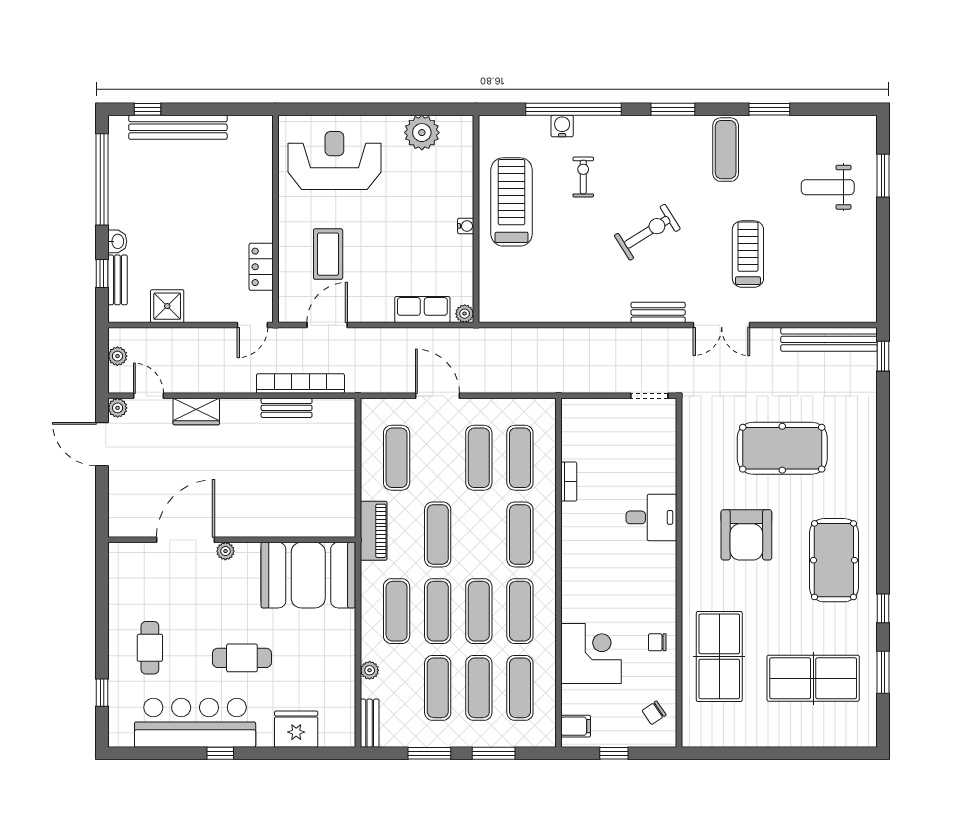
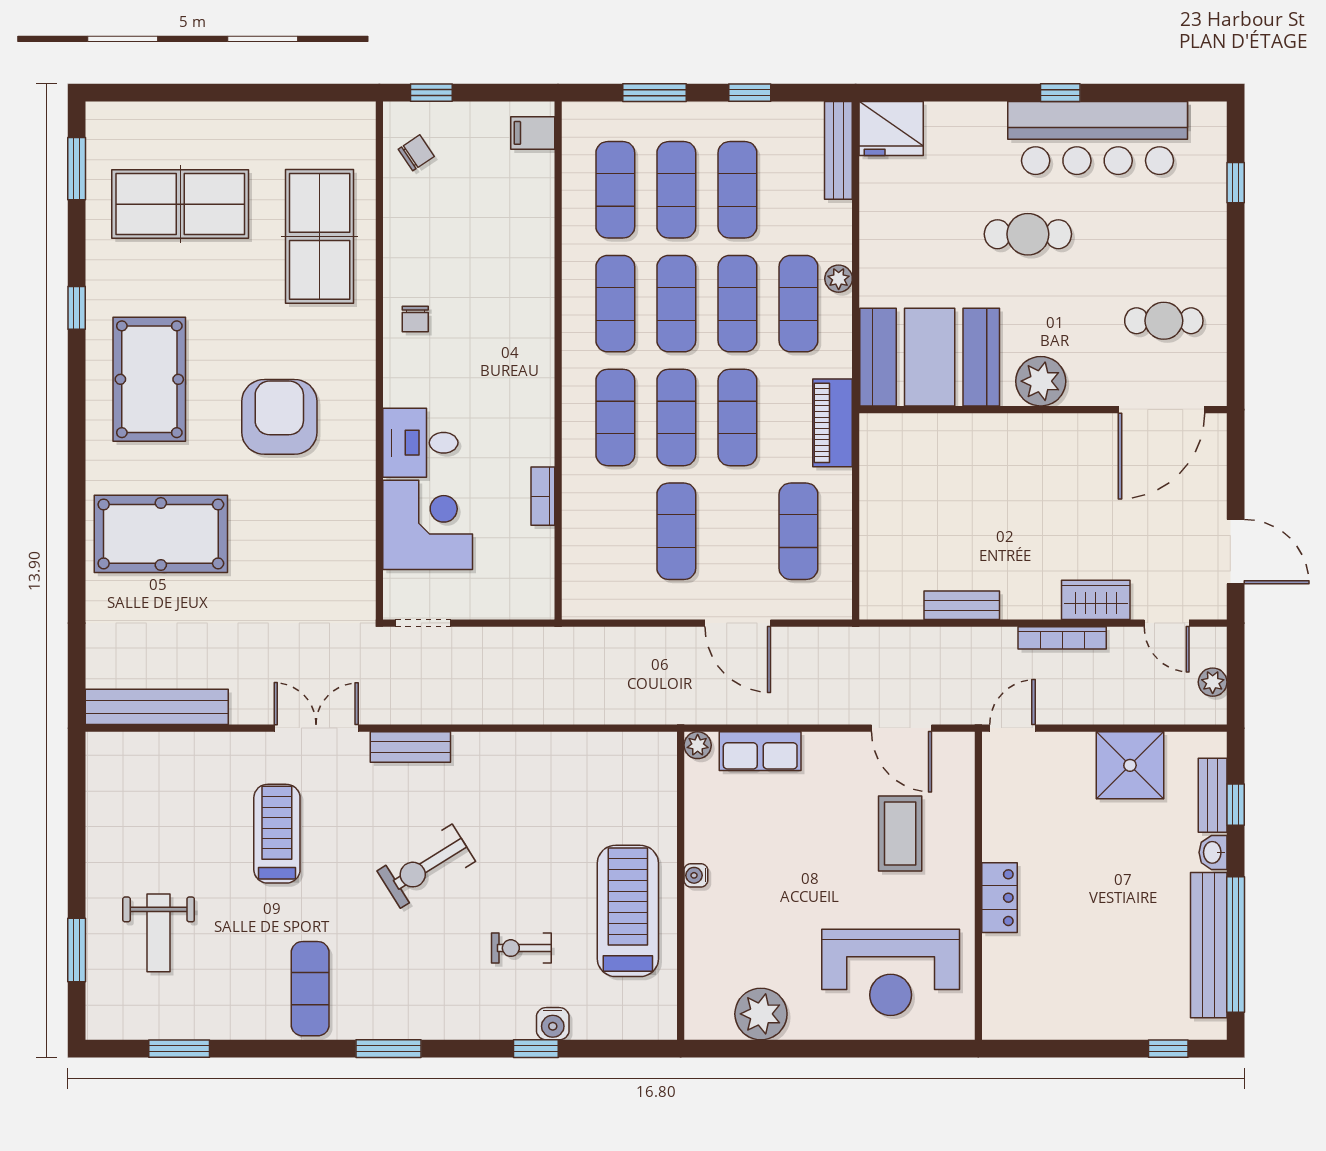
window: (573, 109) -> (536, 1049), width x0.32
window: (769, 109) -> (179, 1049), moved
bench: (178, 127) -> (1209, 945), moved, turned 90
exercise bike: (583, 177) -> (521, 948), turned 90
weight bench: (828, 187) -> (159, 933), turned 90
treadmill: (512, 202) -> (628, 911), turned 180
treadmill: (748, 254) -> (277, 834), turned 180
locker: (261, 267) -> (999, 898), moved
shower: (167, 306) -> (1130, 765), width x1.36, depth x1.36
door: (327, 325) -> (902, 728), hinge flipped
window: (883, 356) -> (77, 682), removed
bookcase: (300, 384) -> (1062, 638), moved, width x0.68, depth x0.76
plant: (118, 408) -> (1213, 605), removed
pool table: (782, 448) -> (161, 534), moved
exercise mat: (520, 458) -> (676, 417), moved
door: (185, 540) -> (1161, 410), moved
plant: (225, 551) -> (1041, 381), width x1.88, depth x1.88
chair: (657, 642) -> (415, 319), moved, turned 90
cafe table: (150, 648) -> (1164, 321), moved, turned 90
corner desk: (591, 654) -> (428, 525), moved, turned 180
plant: (370, 670) -> (839, 279), moved
window: (883, 672) -> (77, 169), moved
bench: (370, 723) -> (838, 150), width x1.36
fridge: (296, 729) -> (891, 128), moved
window: (429, 753) -> (750, 93), width x0.67
window: (614, 753) -> (431, 93), moved

